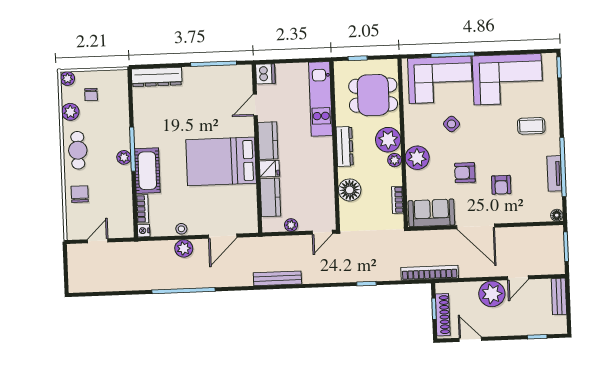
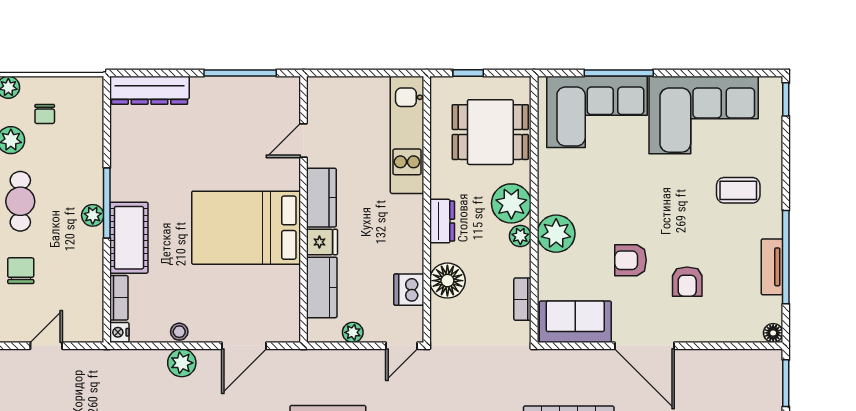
dishwasher: (265, 74) -> (409, 290), moved, turned 180
side table: (451, 124) -> (612, 182), removed
dresser: (345, 146) -> (442, 221), width x0.70

